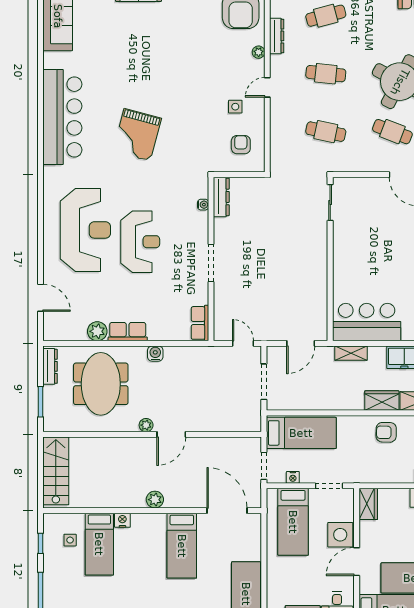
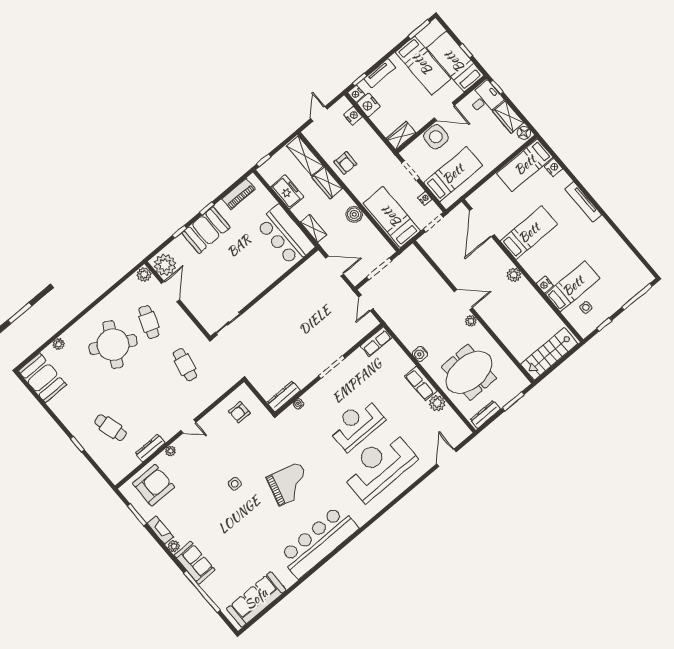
cafe table: (326, 74) -> (148, 396), removed
side table: (235, 107) -> (235, 484), moved
boiler: (333, 401) -> (354, 214), added

